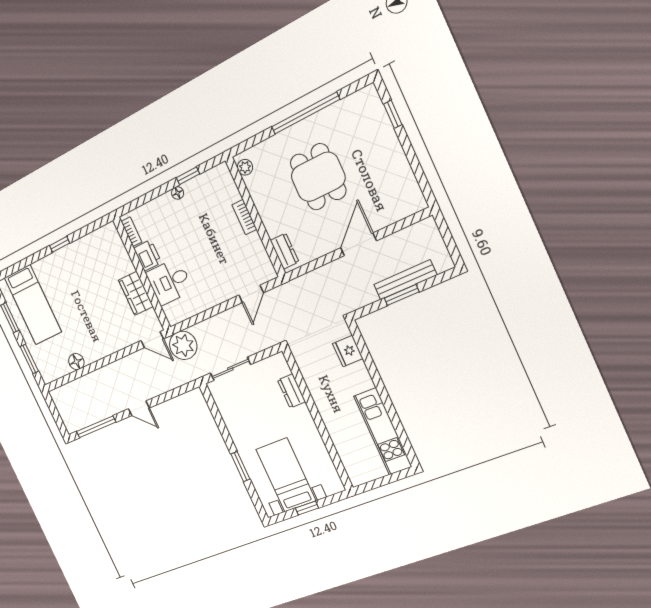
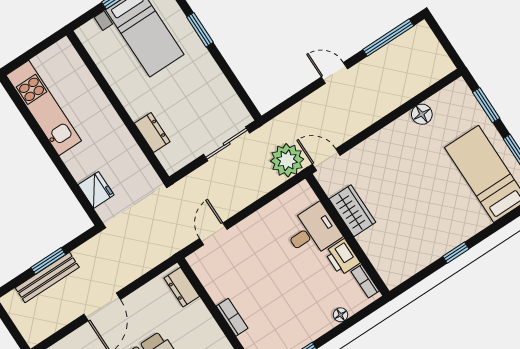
floor lamp: (178, 193) -> (341, 315), moved

